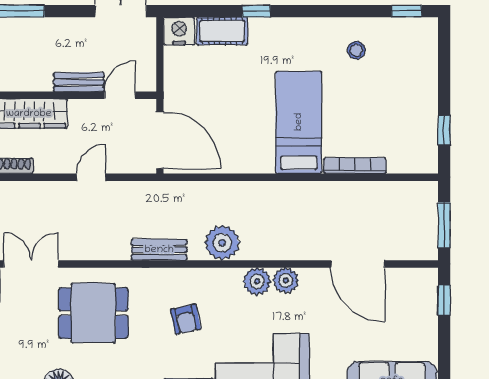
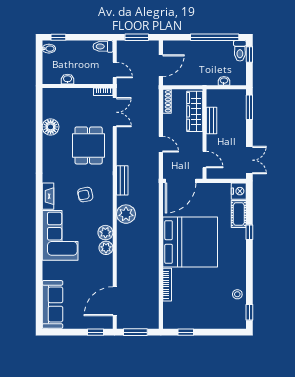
stool: (356, 50) -> (237, 294), moved
bench: (79, 82) -> (212, 121), moved
bed: (299, 122) -> (190, 242), width x2.04
door: (358, 264) -> (115, 301), moved

